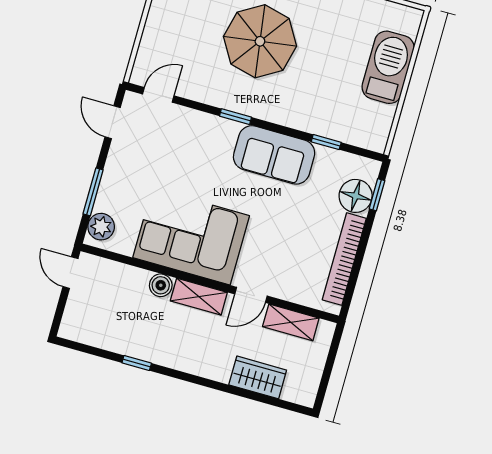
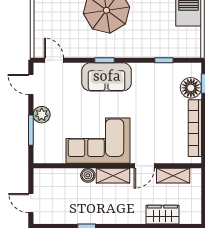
door: (158, 95) -> (54, 60), hinge flipped
sofa: (274, 155) -> (107, 77), moved
plant: (101, 227) -> (42, 115), moved
door: (70, 273) -> (31, 203), moved

